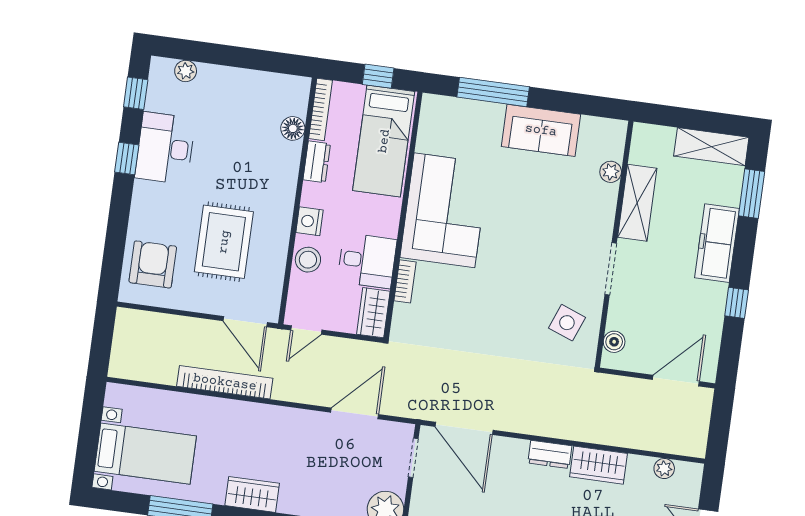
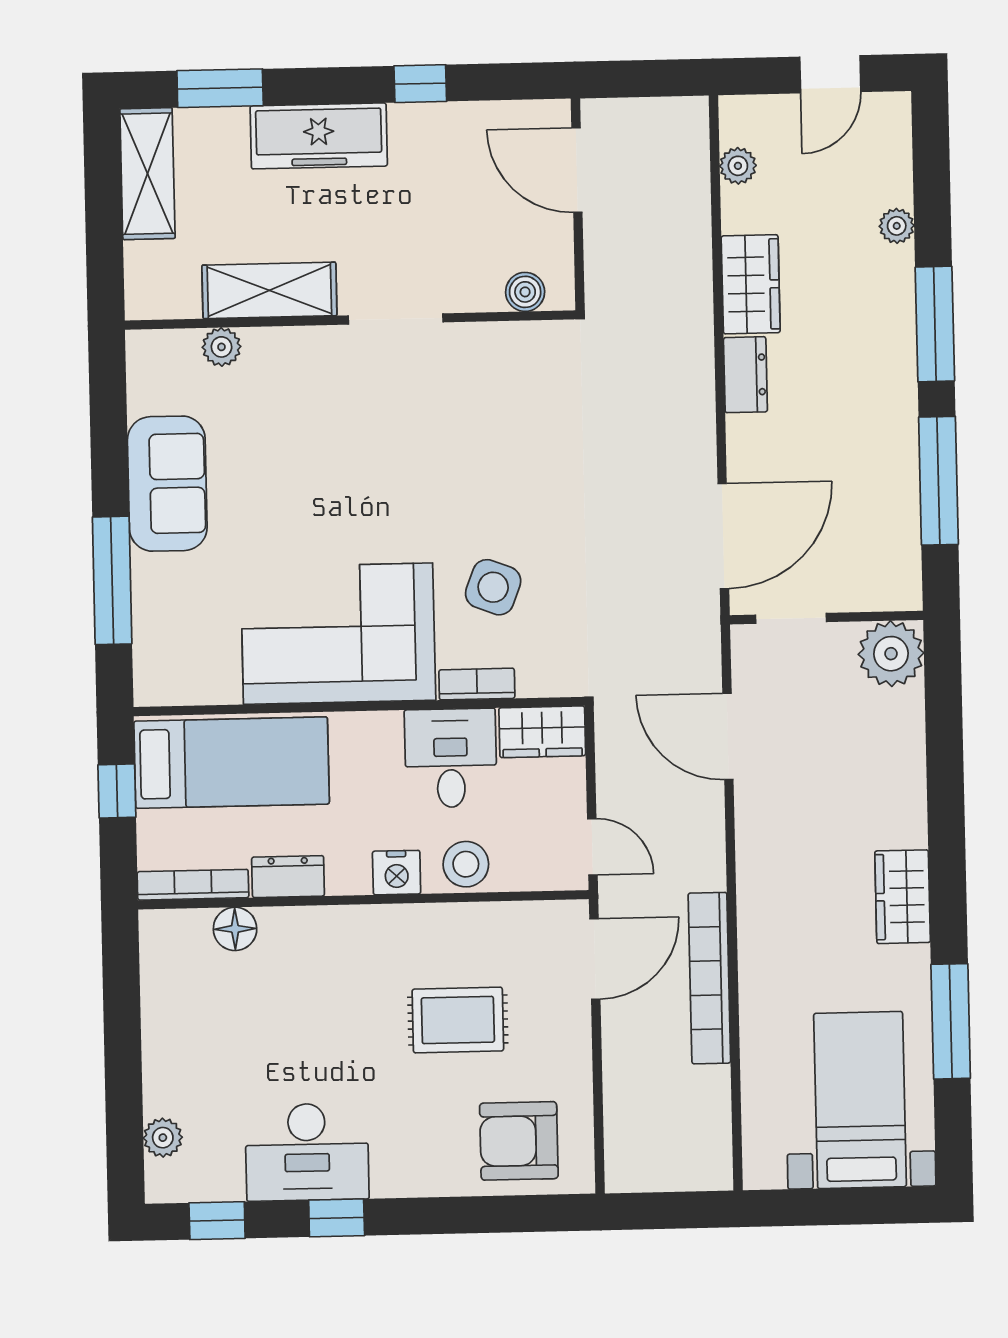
rug: (224, 242) -> (458, 1020), width x0.73, depth x0.70
side table: (567, 323) -> (493, 587), moved

